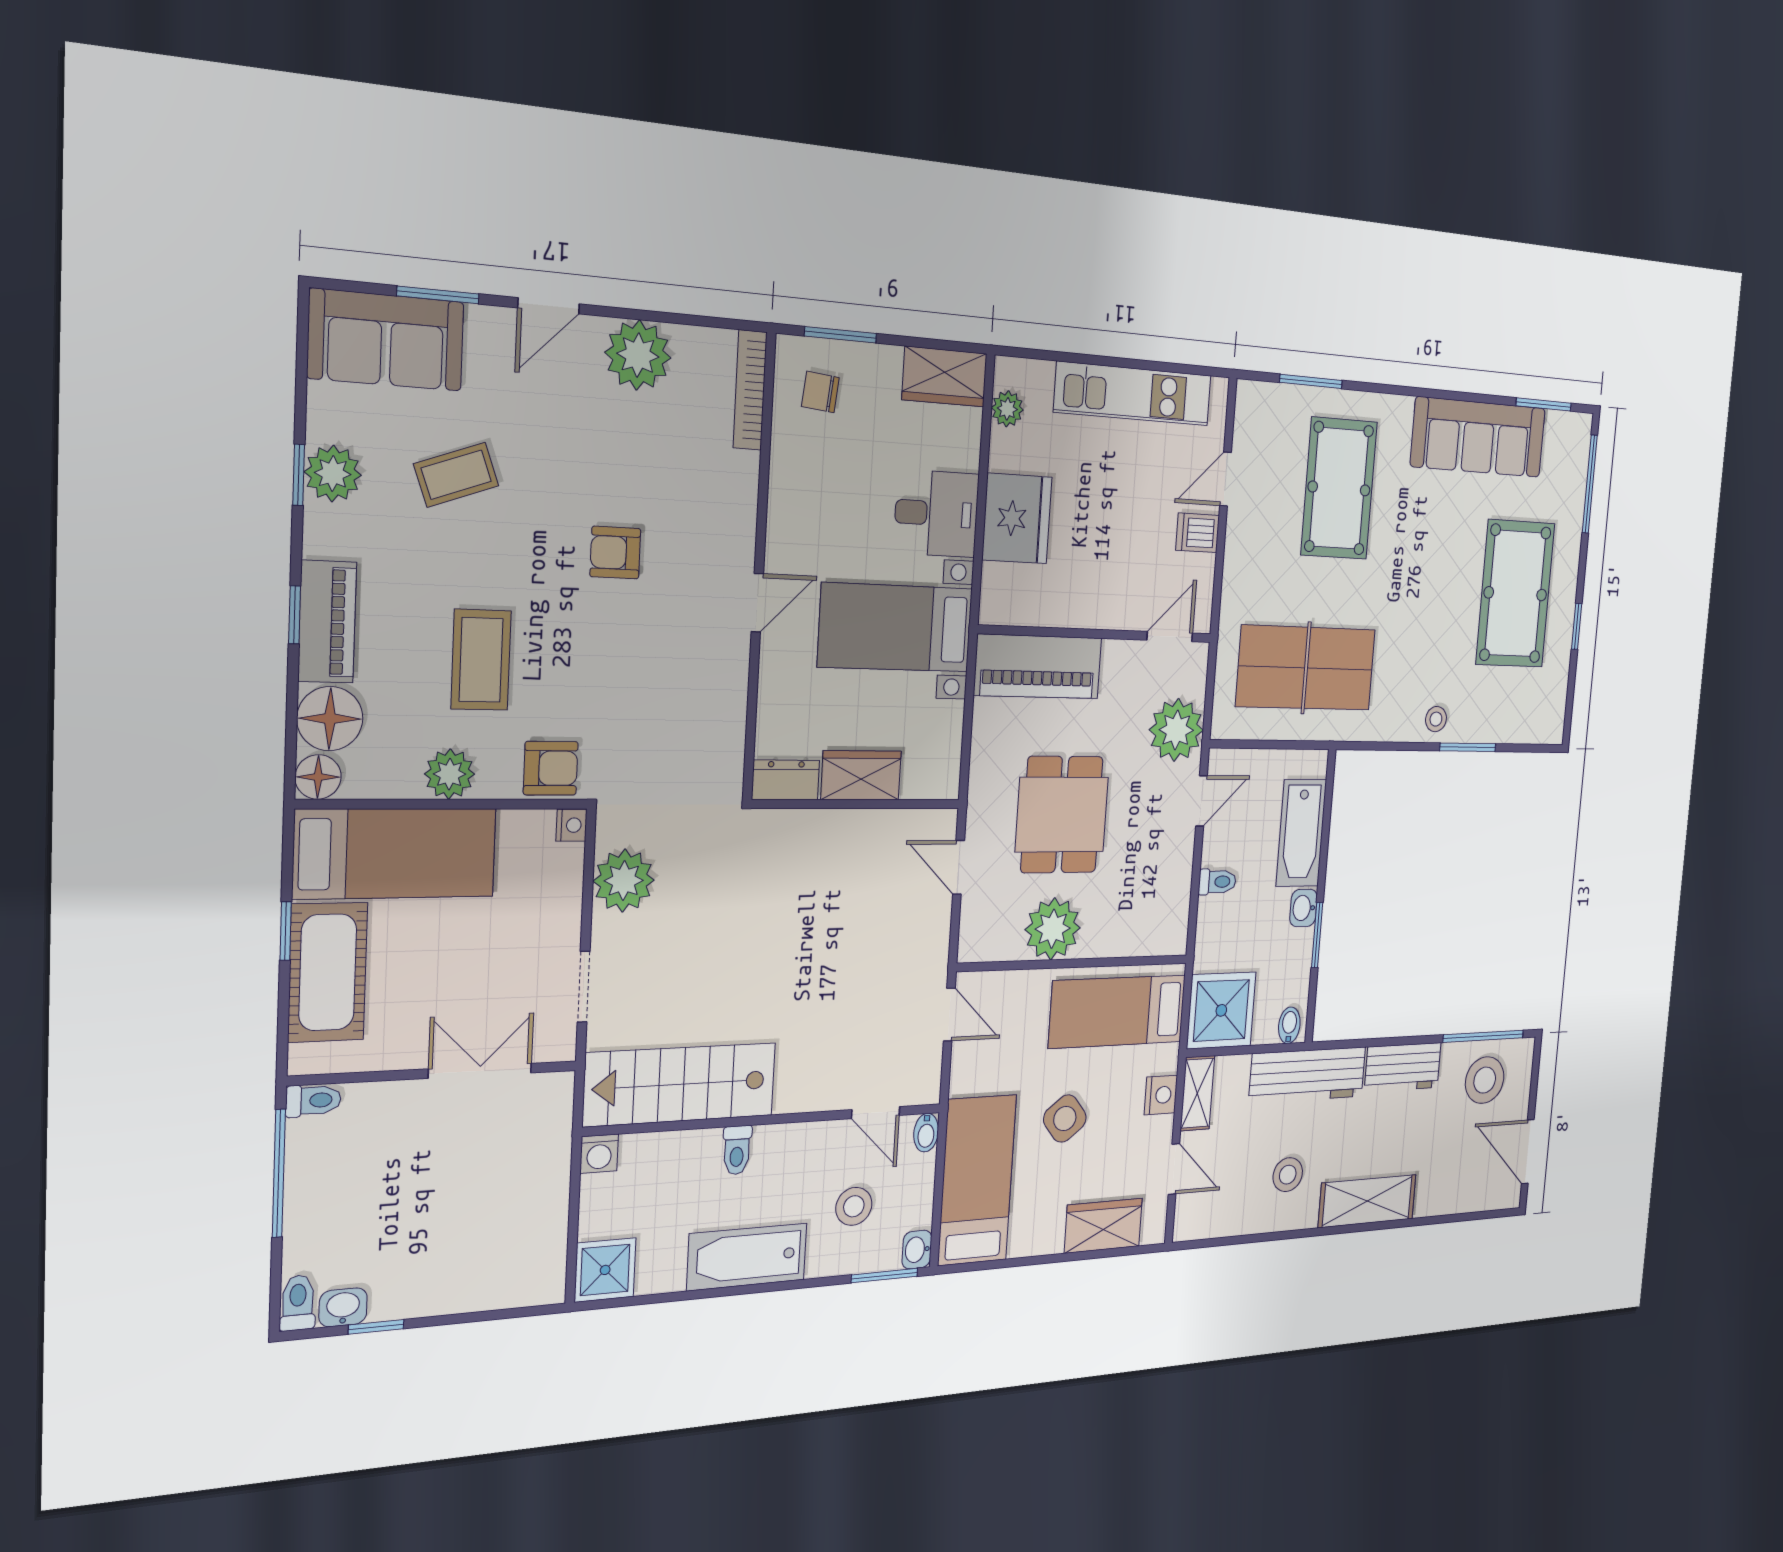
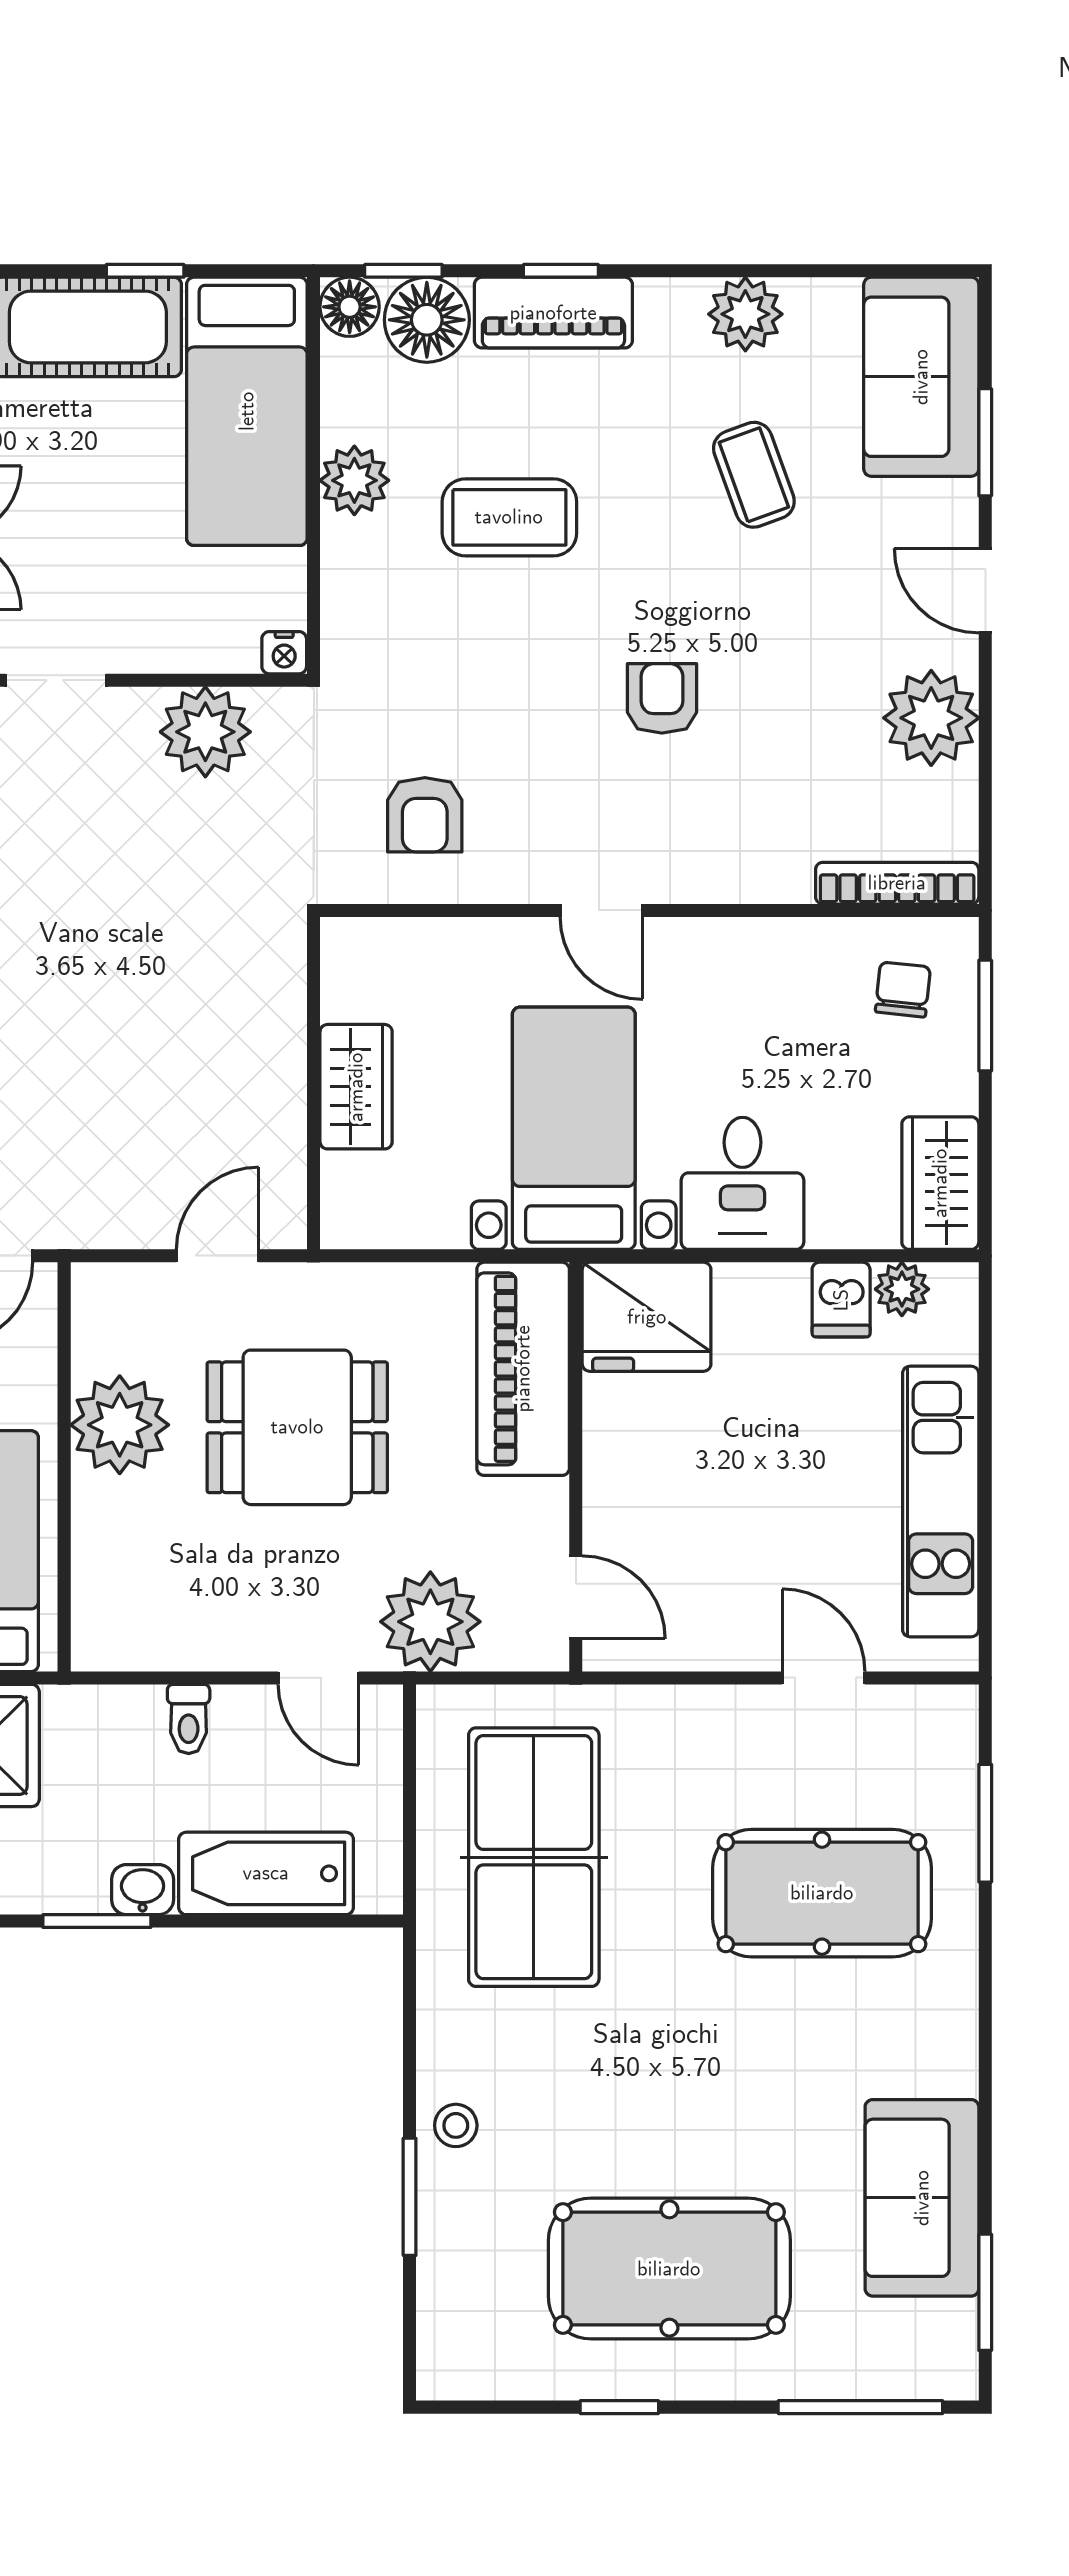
sofa: (1478, 437) -> (922, 2198), width x0.73
window: (299, 475) -> (403, 271), moved
fridge: (1017, 518) -> (647, 1317), moved
dishwasher: (1198, 533) -> (841, 1300), moved, turned 180
armchair: (551, 768) -> (425, 815), moved
dresser: (786, 780) -> (349, 968), removed

